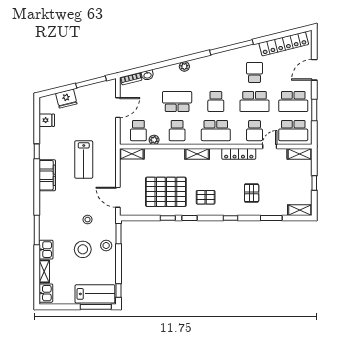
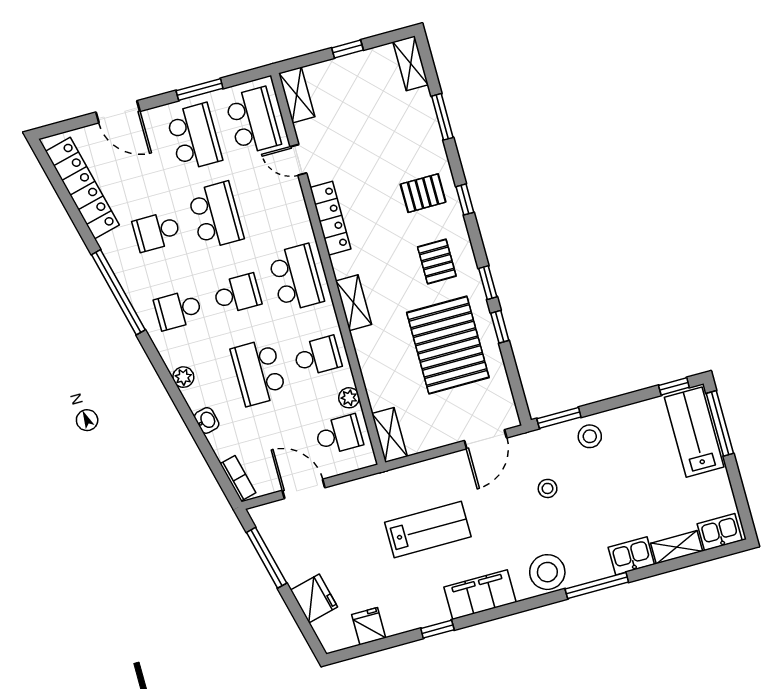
washbasin: (147, 75) -> (207, 420), moved
school desk: (255, 131) -> (178, 310), moved, turned 180
pallet: (252, 193) -> (423, 193), moved
stool: (83, 249) -> (547, 572), moved

